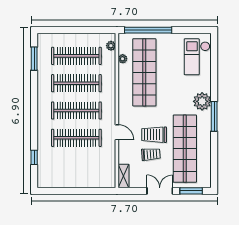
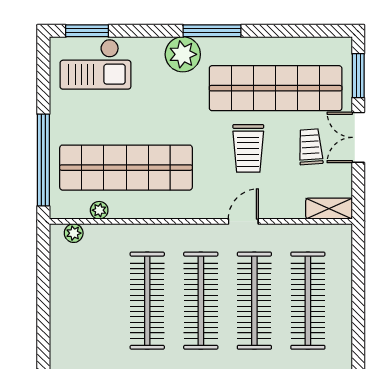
window: (214, 53) -> (87, 31), added
clothes rail: (76, 56) -> (308, 301), moved
trolley: (151, 154) -> (310, 147), moved

